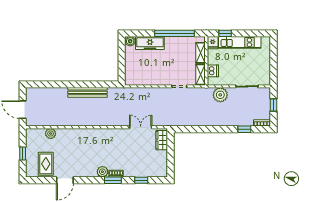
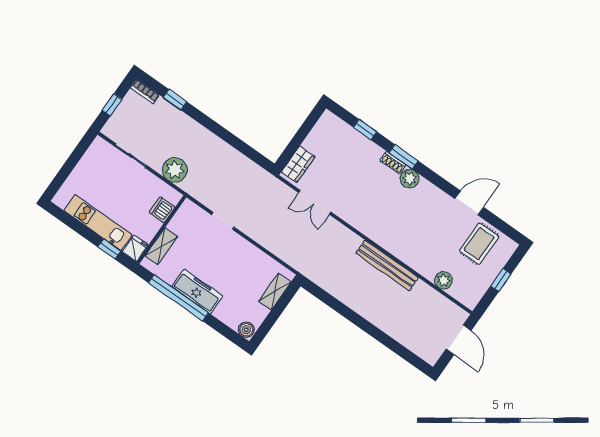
freezer: (150, 43) -> (197, 291), moved
shelving: (201, 74) -> (275, 292), moved
bench: (87, 92) -> (387, 266), moved

